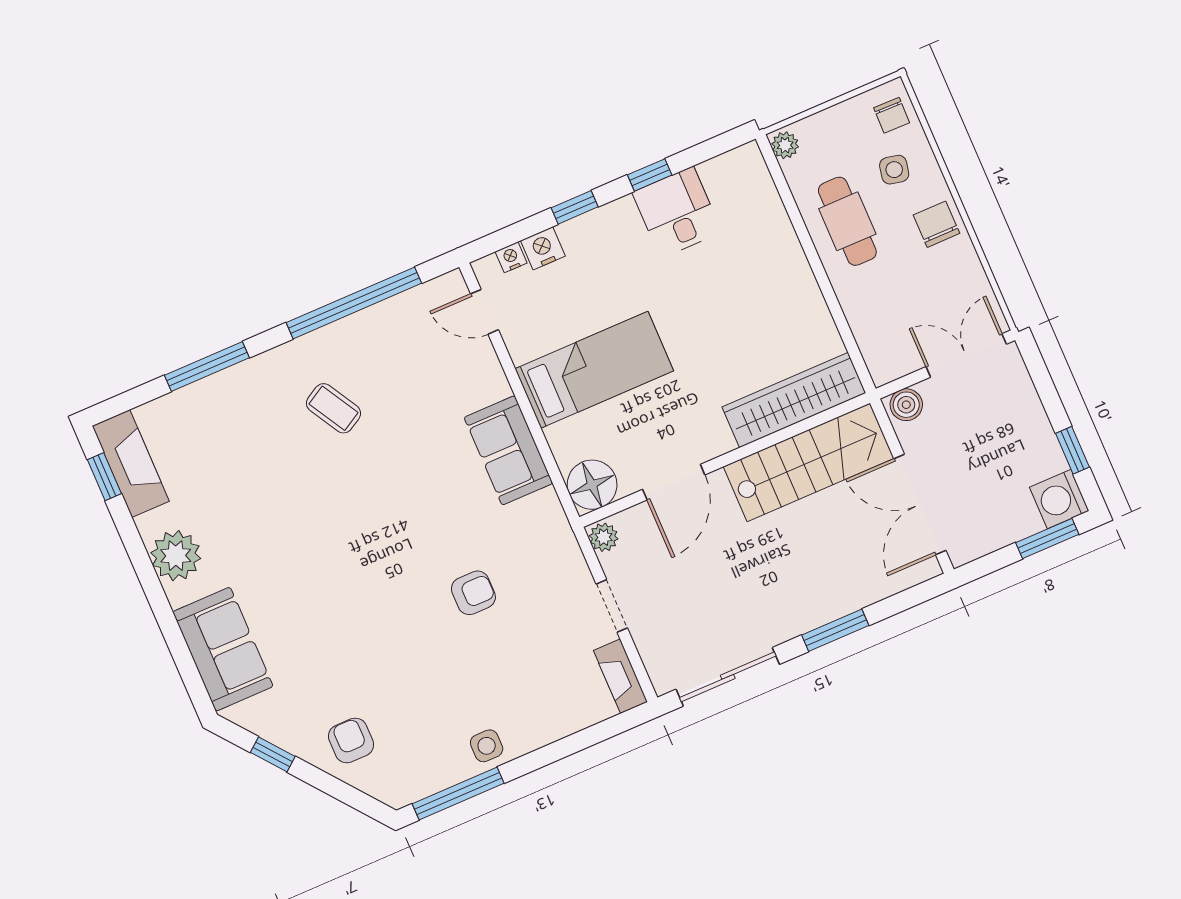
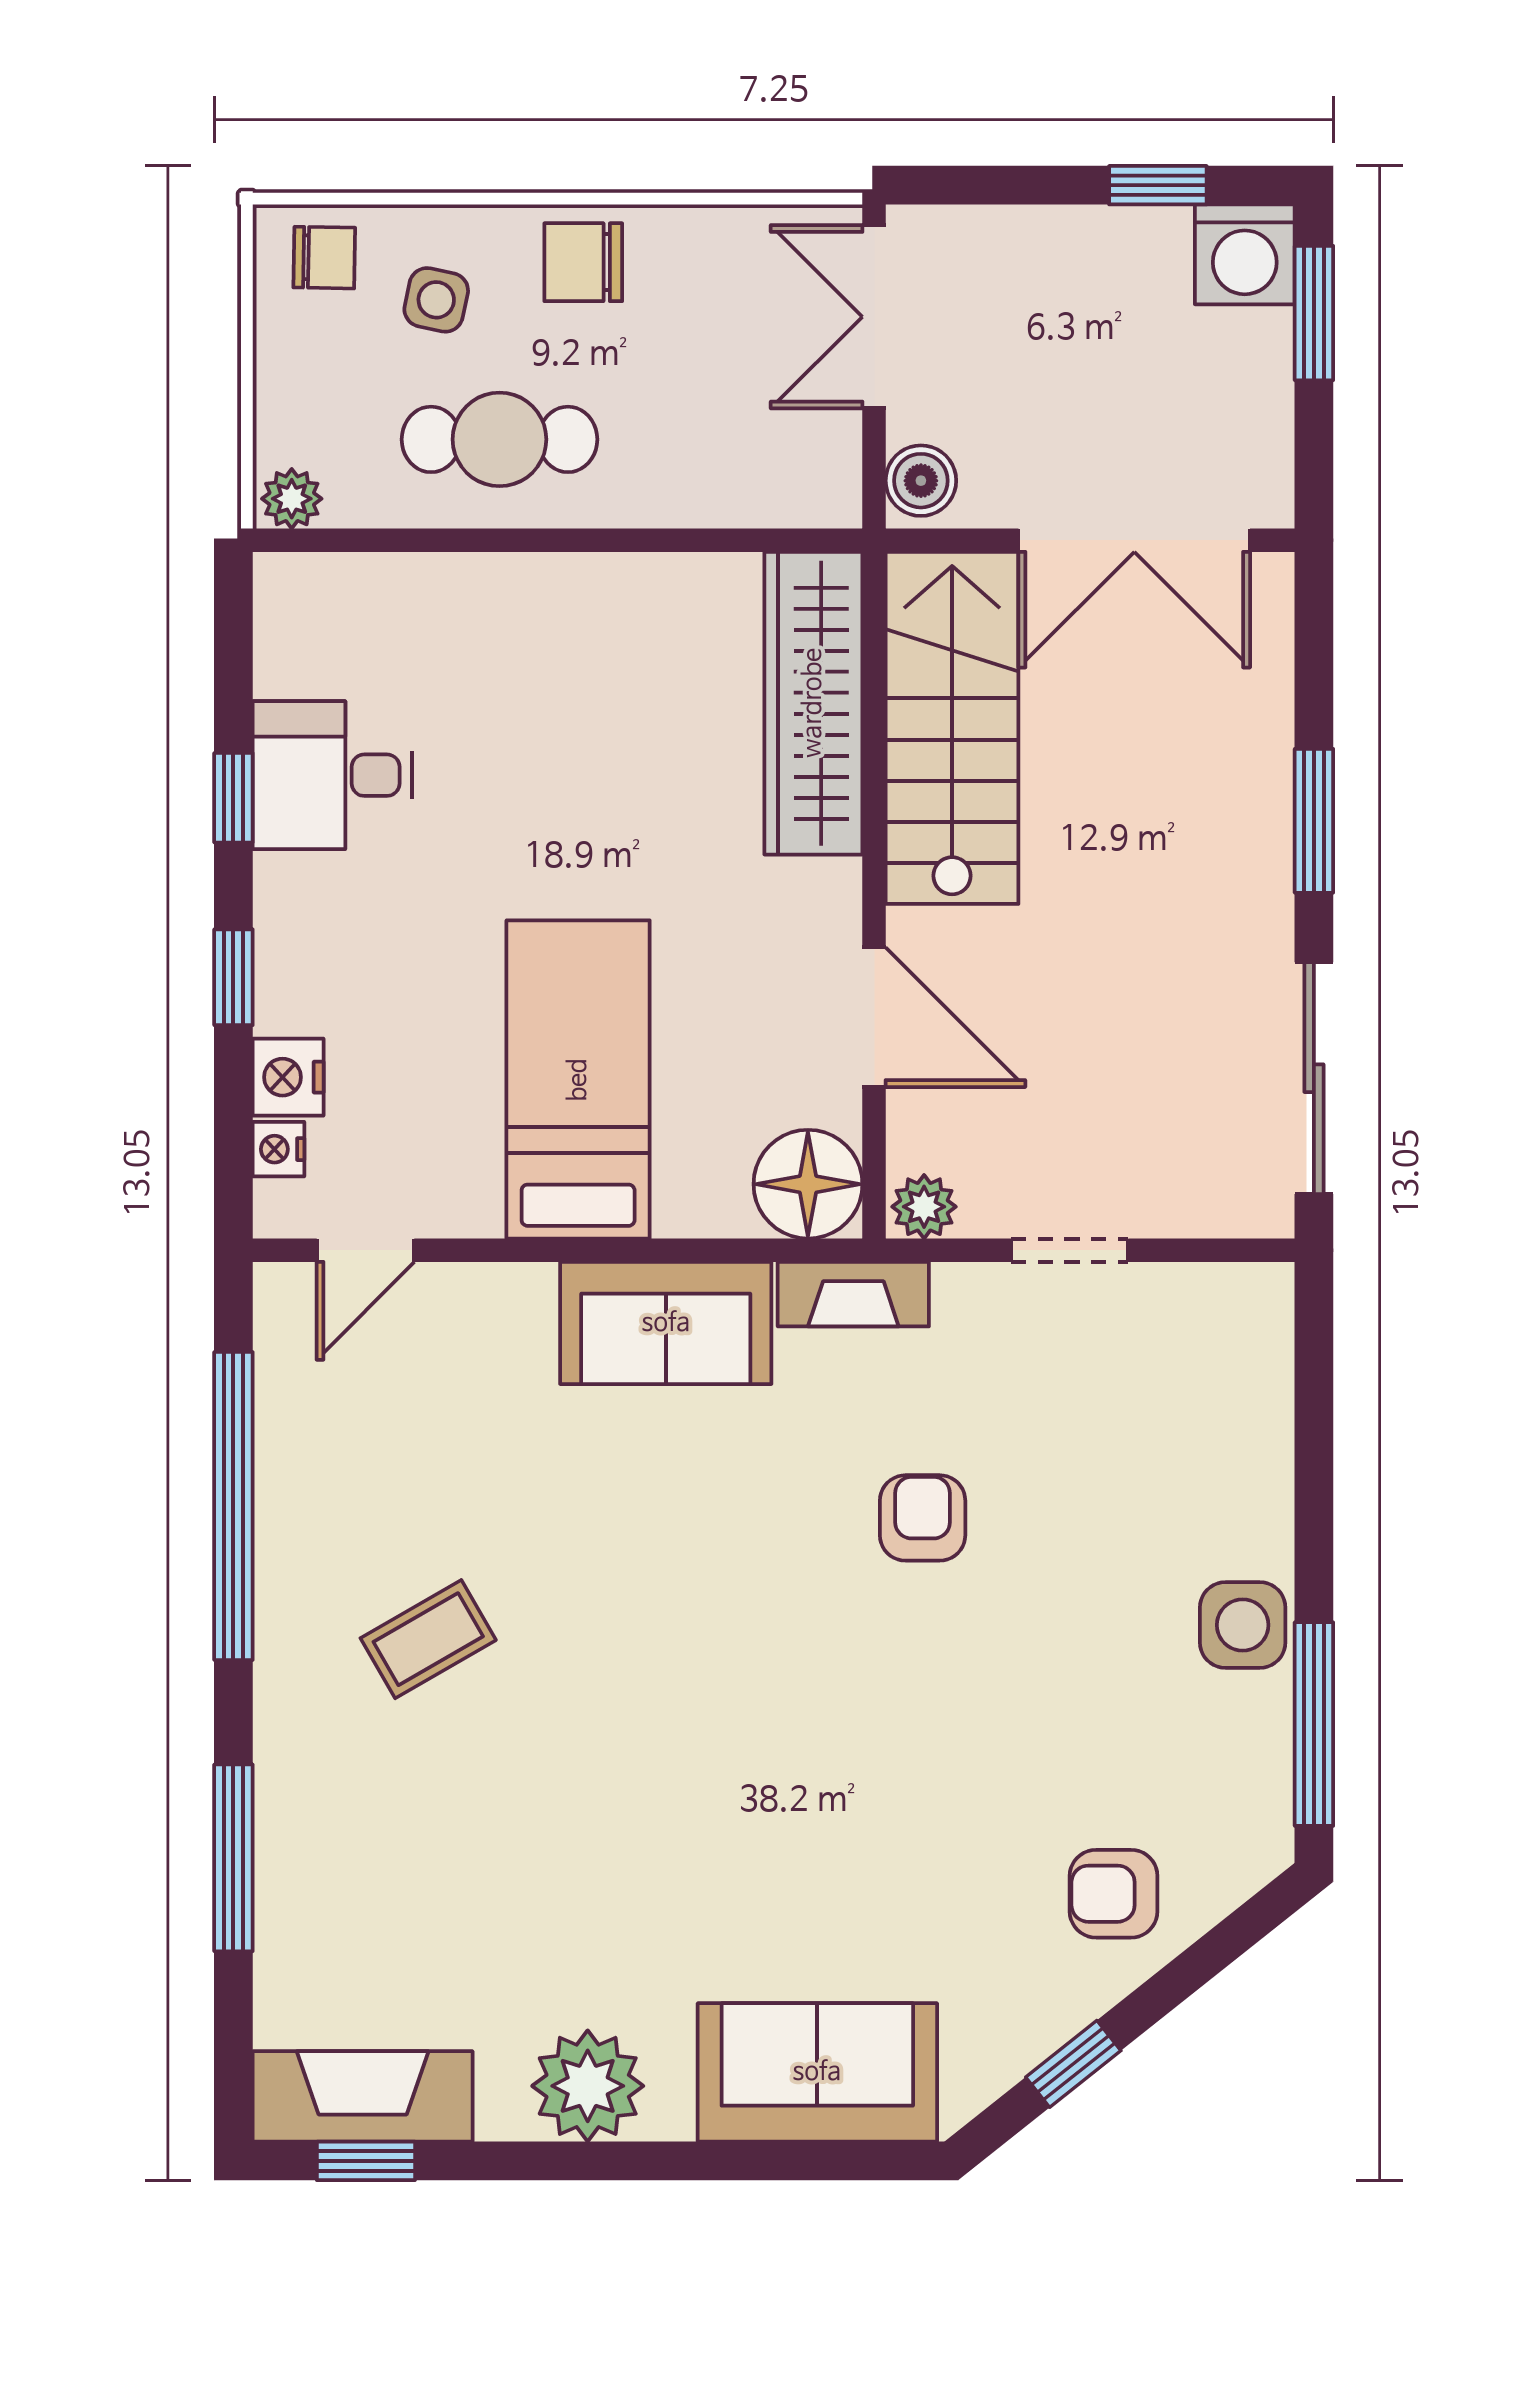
fireplace: (620, 676) -> (853, 1294), moved
side table: (487, 746) -> (1243, 1625), width x1.37, depth x1.37

